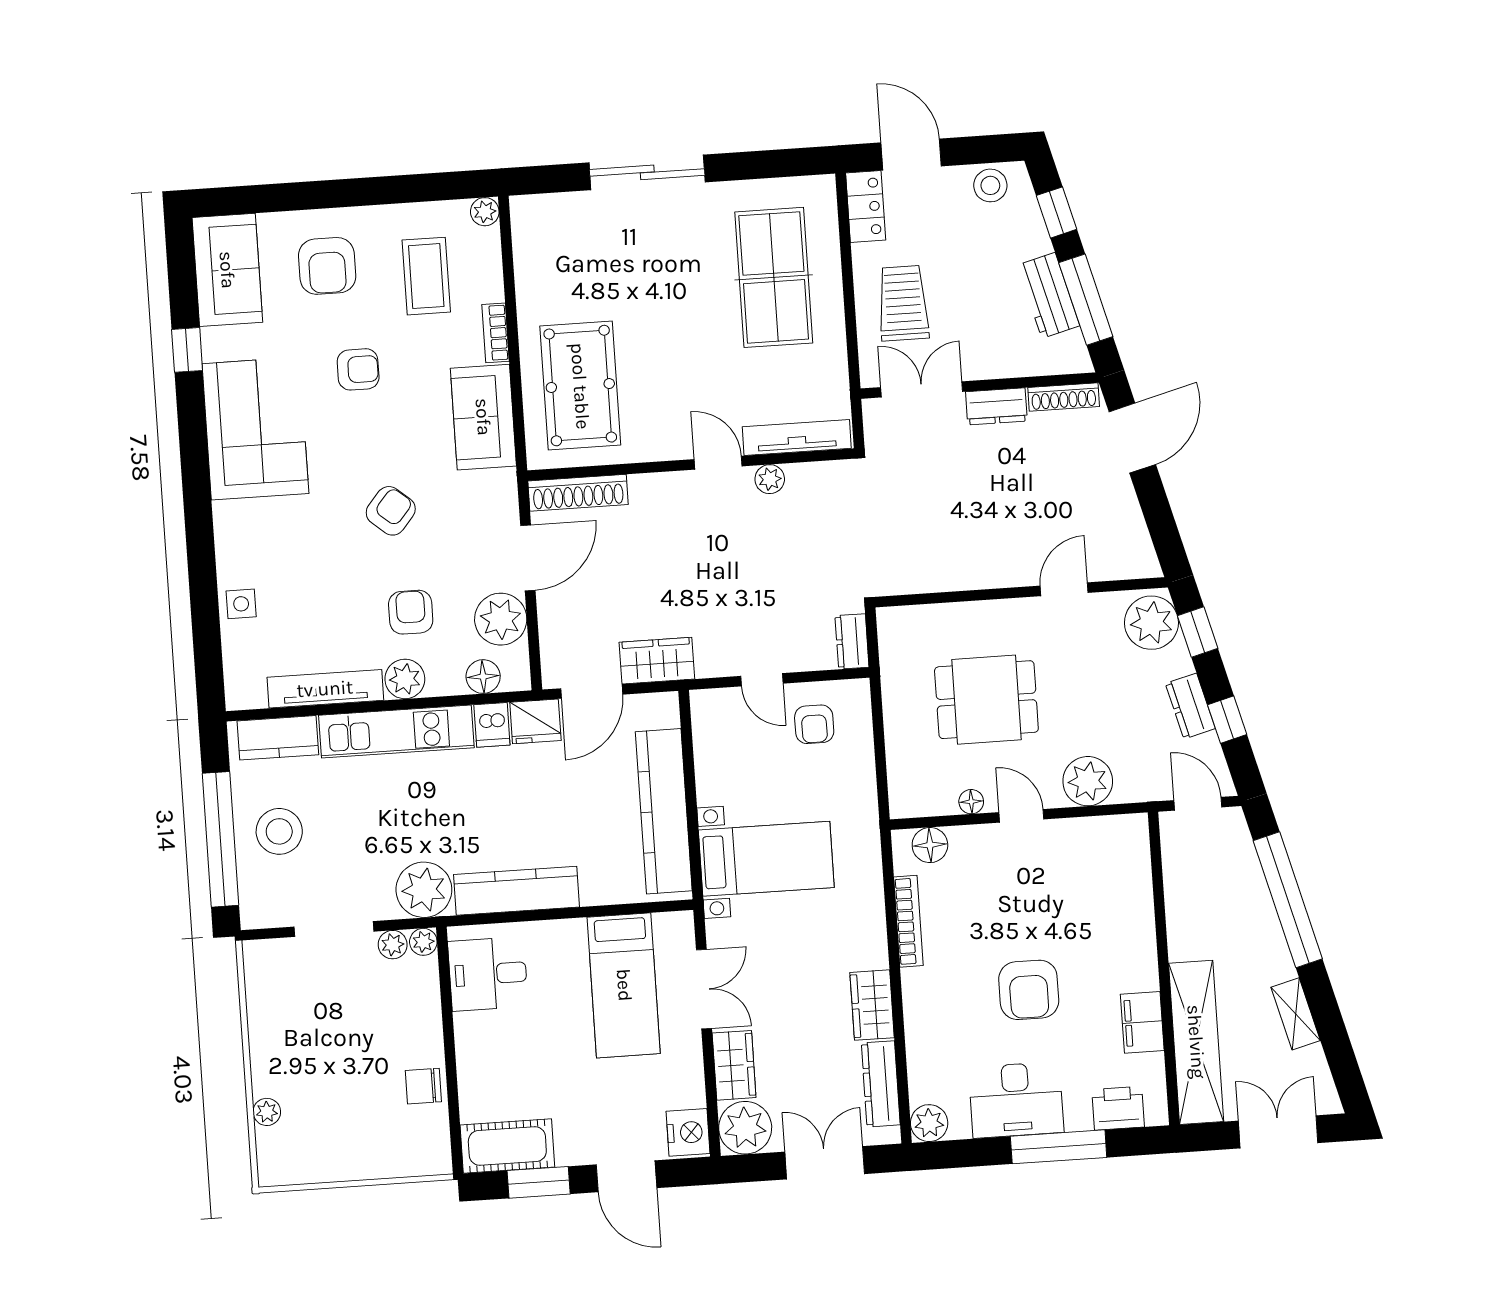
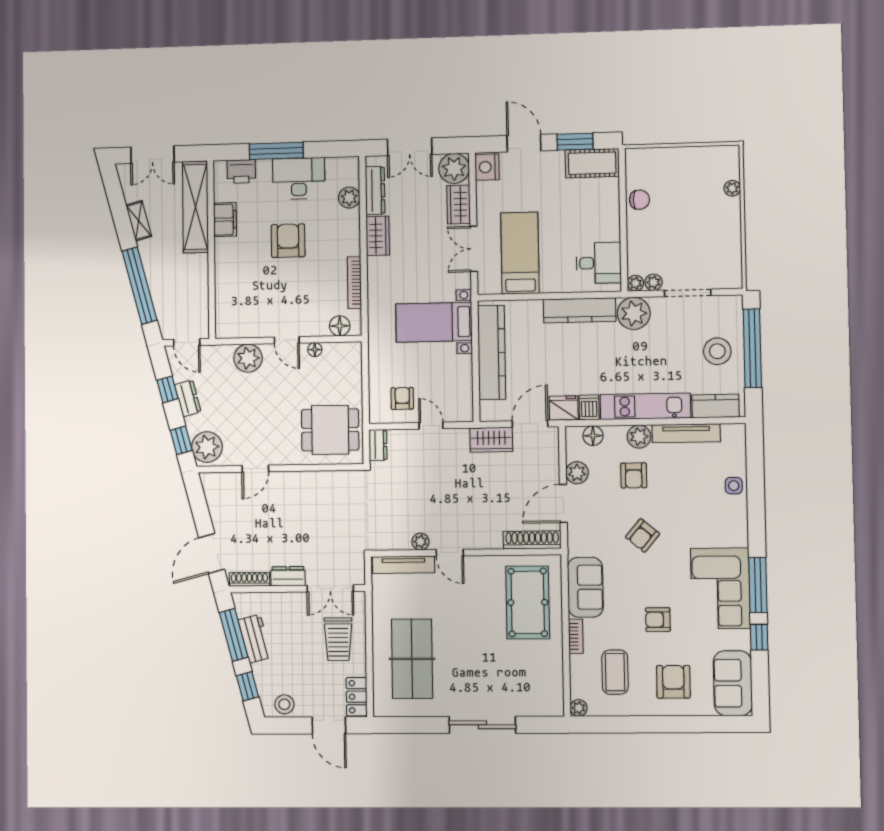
window: (193, 438) -> (758, 585), added
plant: (501, 619) -> (577, 473), width x0.73, depth x0.73
dining table: (986, 700) -> (330, 430), moved
plant: (929, 1123) -> (349, 198), moved

